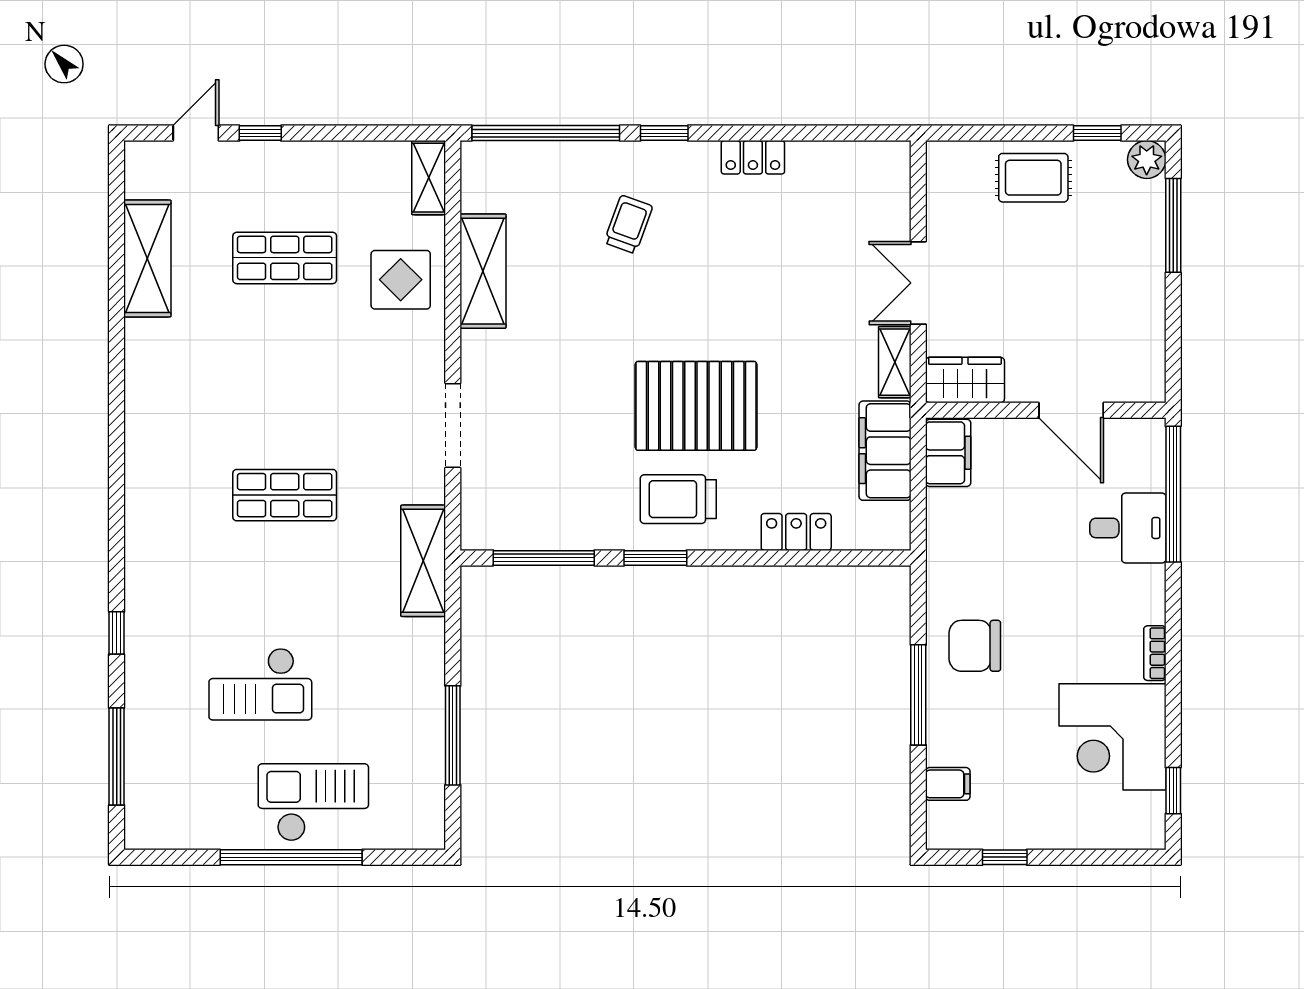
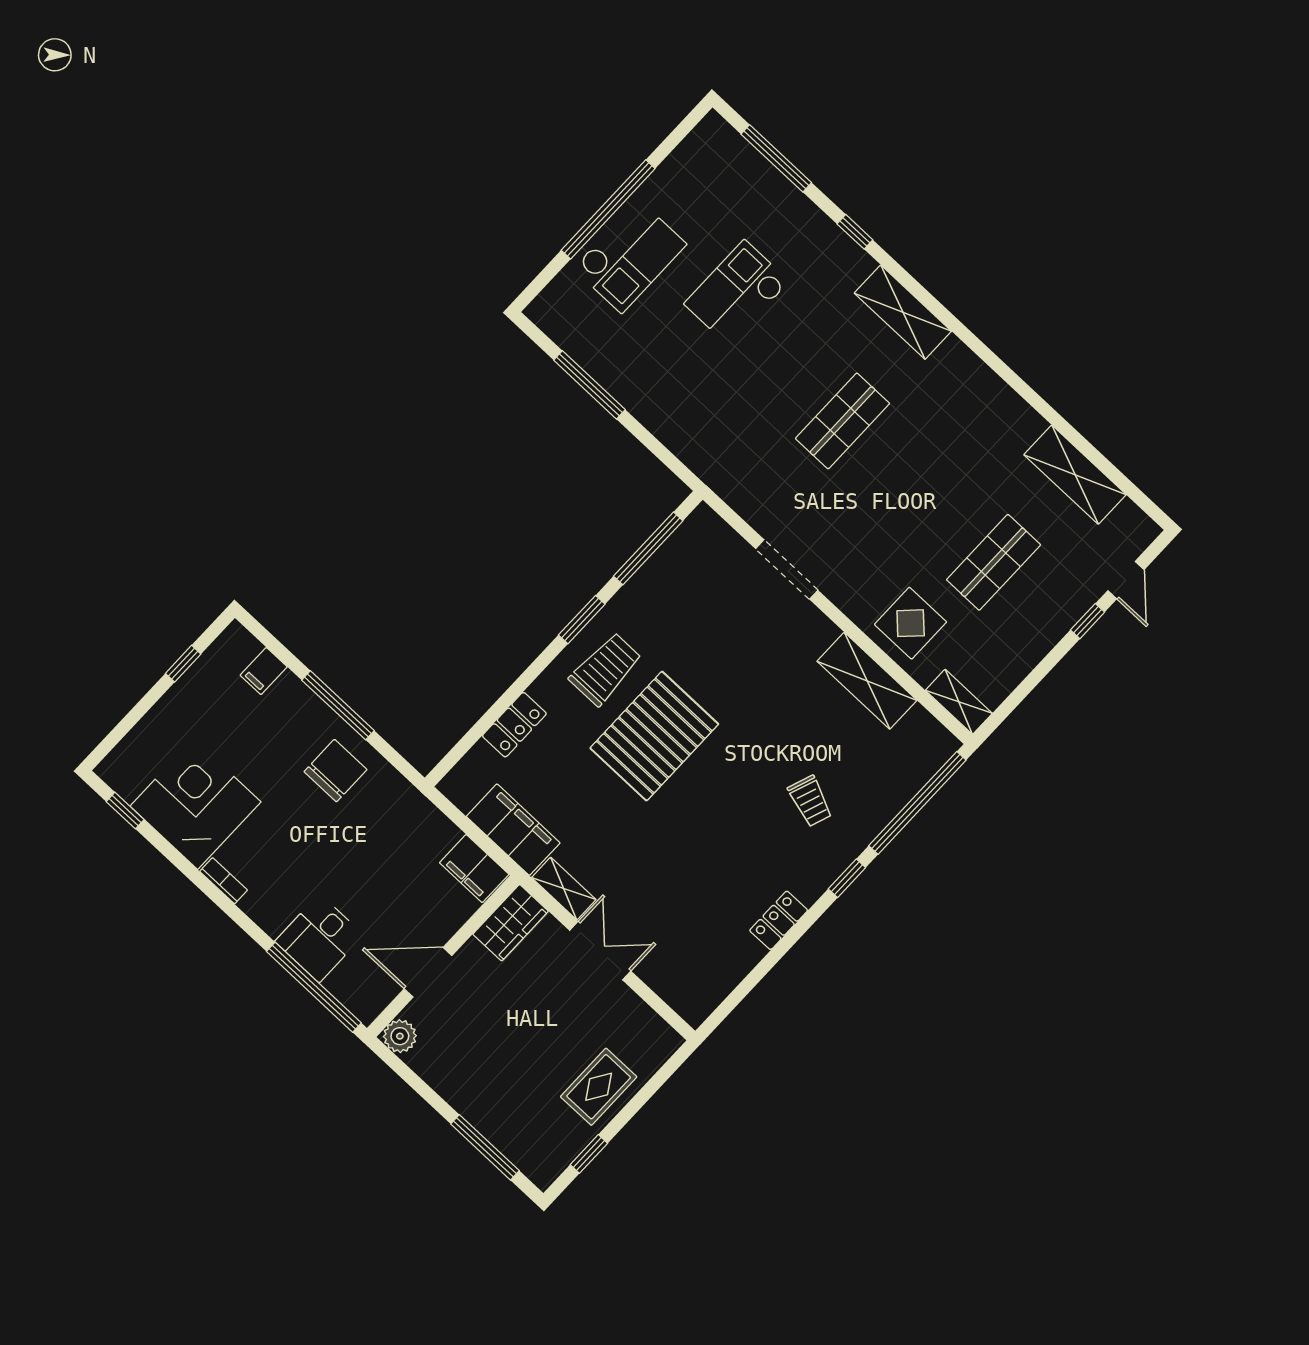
plant: (1147, 160) -> (400, 1036), moved
shelving: (423, 561) -> (903, 312), moved

